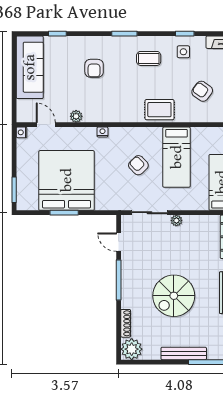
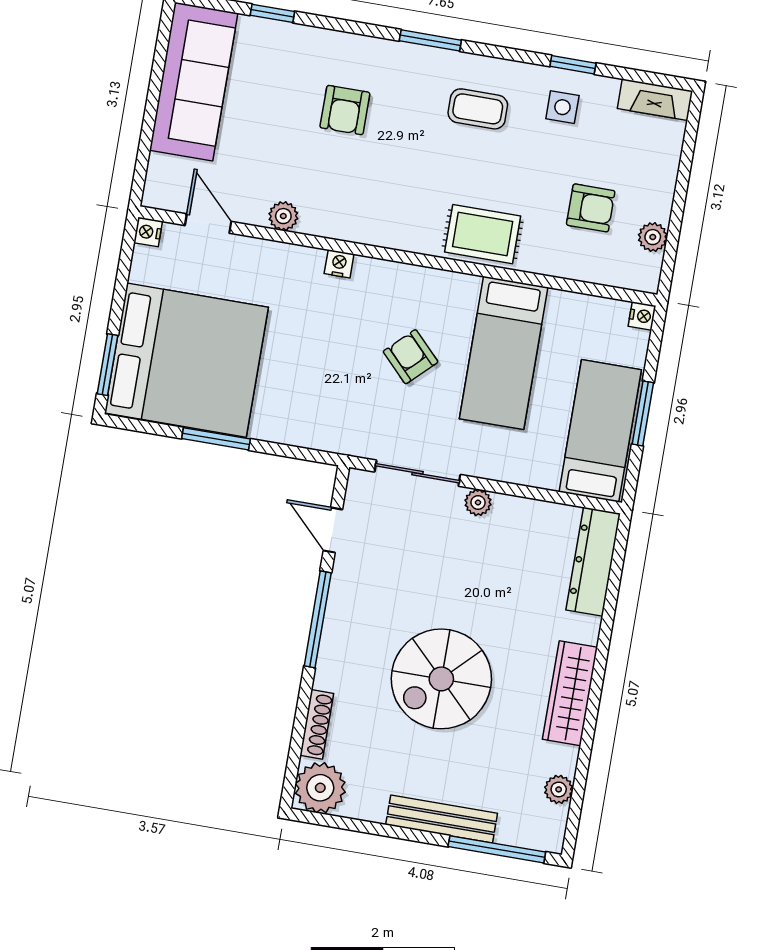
armchair: (202, 91) -> (591, 208), turned 144
bed: (67, 180) -> (187, 360), moved, turned 90

